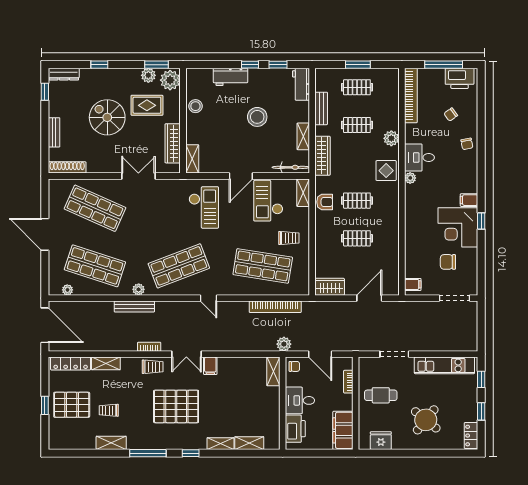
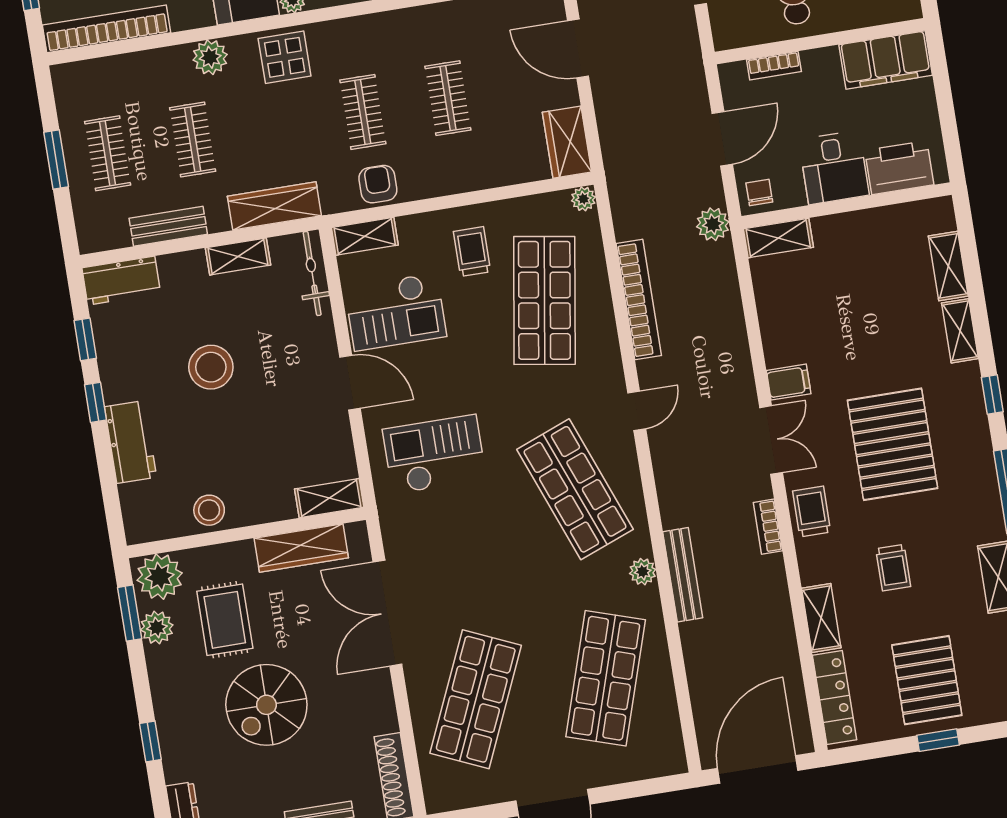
double door: (138, 176) -> (387, 613), width x1.37
plant: (67, 290) -> (583, 199), moved
bookcase: (275, 307) -> (639, 300), moved
trolley: (109, 410) -> (893, 568), moved

